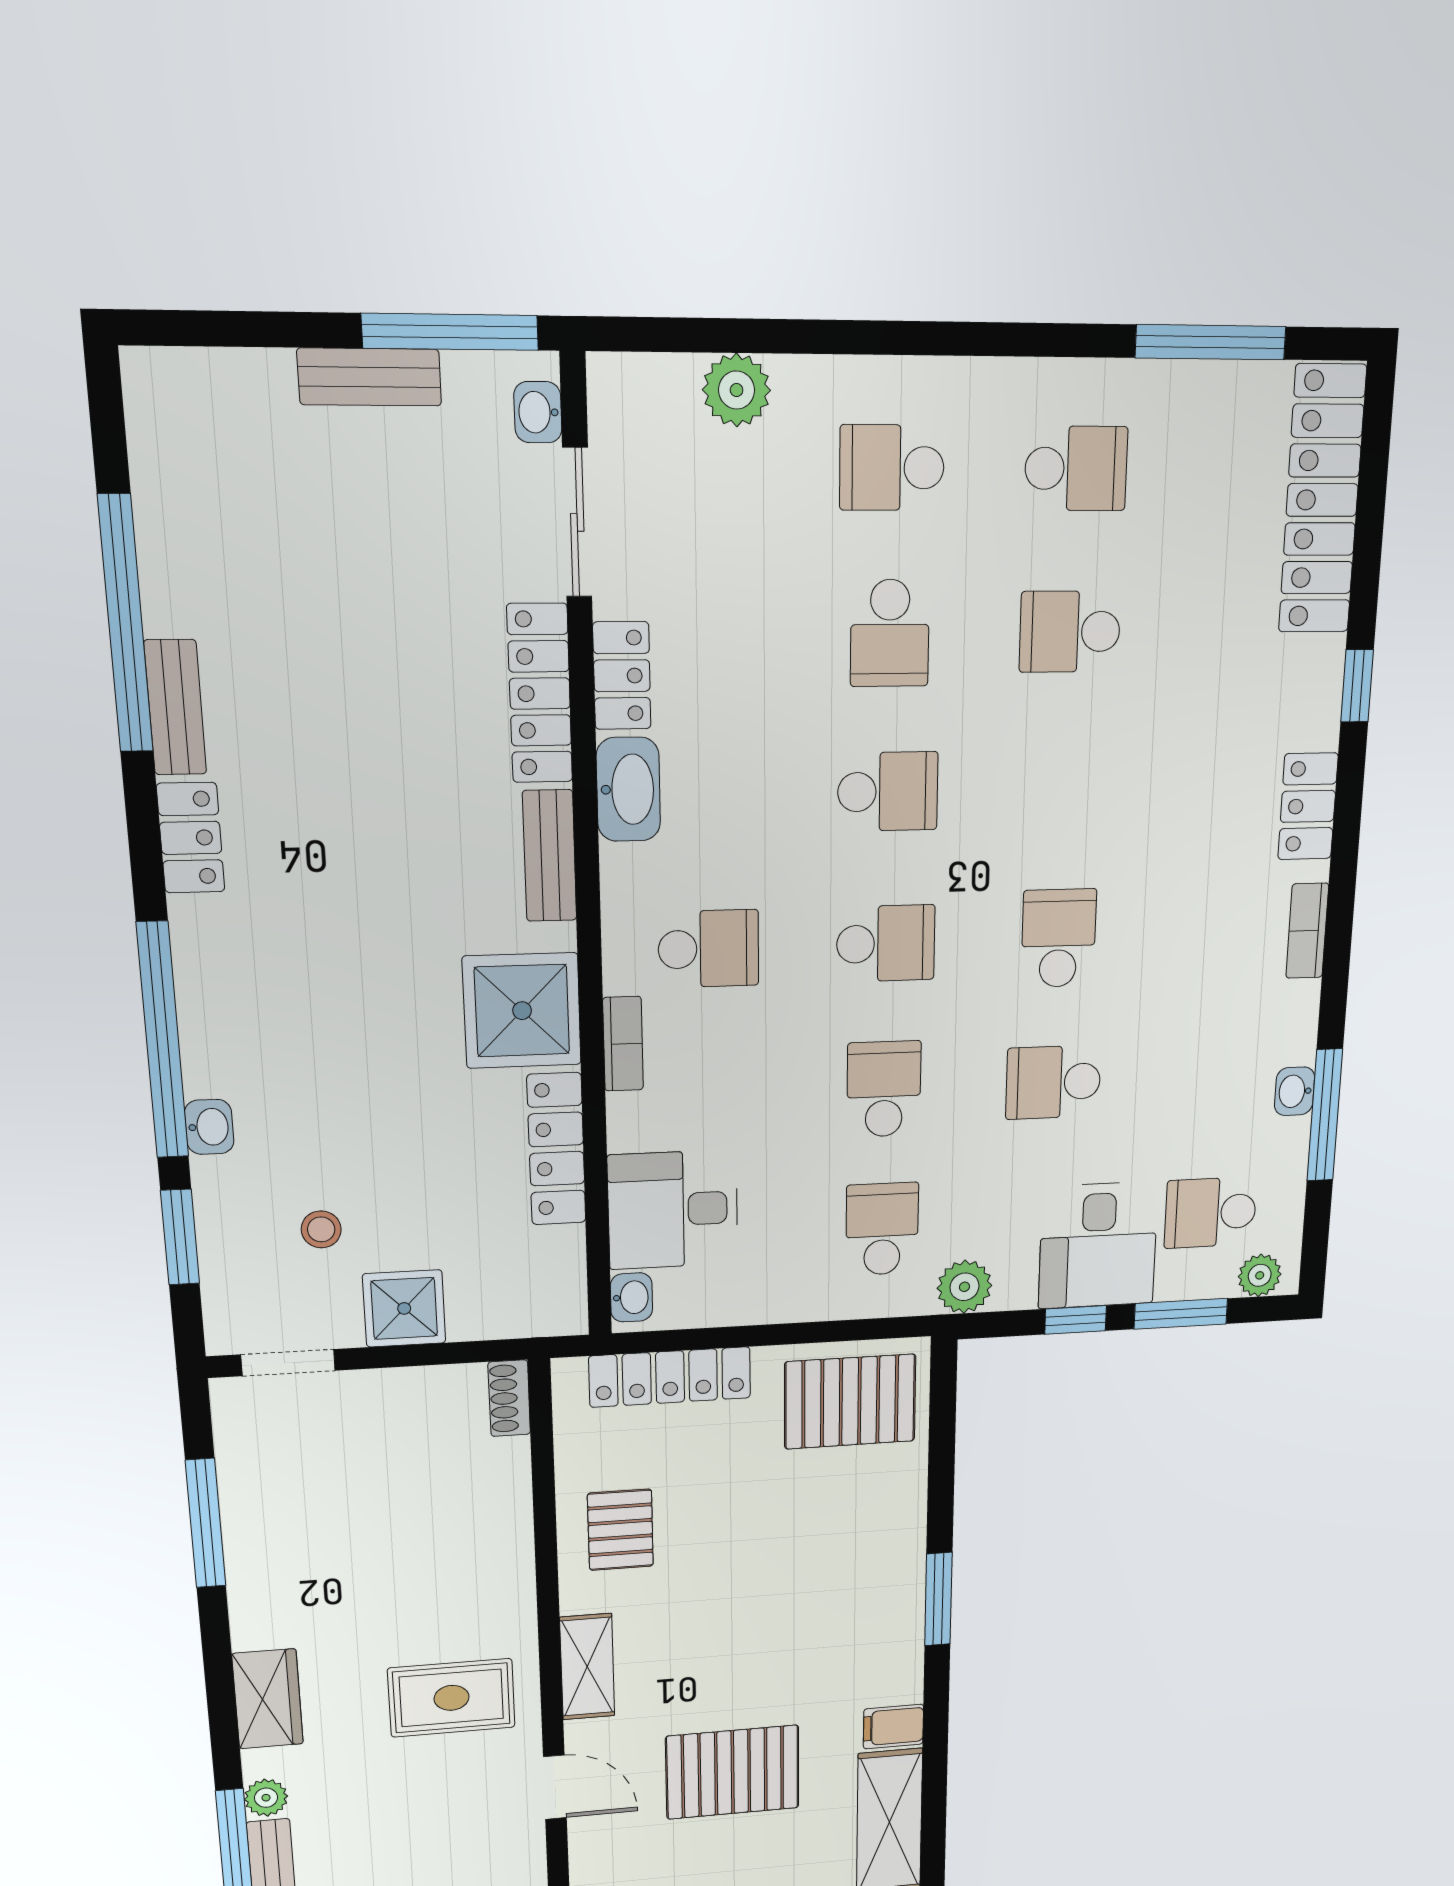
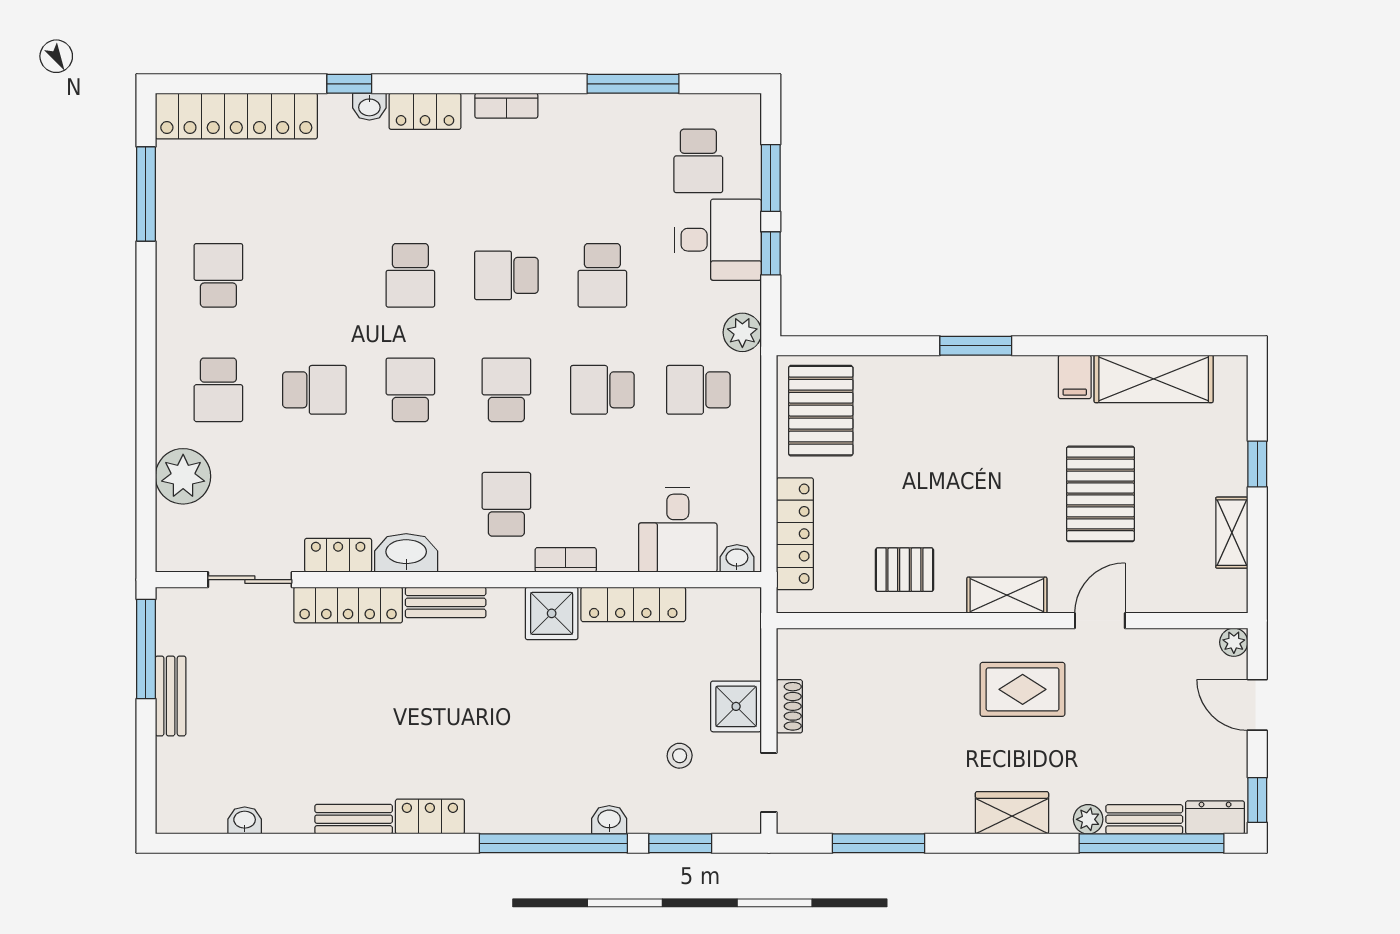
plant: (737, 390) -> (183, 476), width x1.36, depth x1.36
washbasin: (538, 412) -> (245, 820), moved, turned 180
window: (125, 624) -> (306, 843), removed
school desk: (1070, 632) -> (410, 275), moved
shower: (522, 1011) -> (552, 613), width x0.73, depth x0.73
washbasin: (1295, 1091) -> (369, 107), moved
plant: (1260, 1275) -> (746, 123), removed
shoe rack: (509, 1398) -> (789, 706), moved, turned -90
rug: (452, 1698) -> (1023, 689), turned 90

